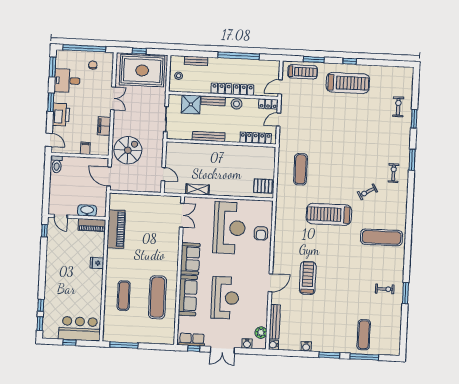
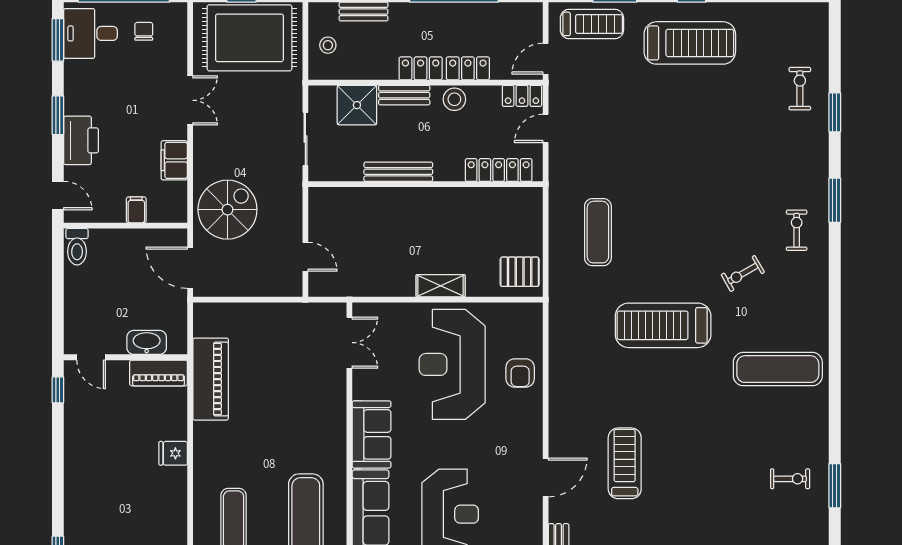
desk: (67, 81) -> (90, 33), moved
shelving: (197, 189) -> (441, 286), moved
reception desk: (229, 228) -> (452, 364), turned 180

